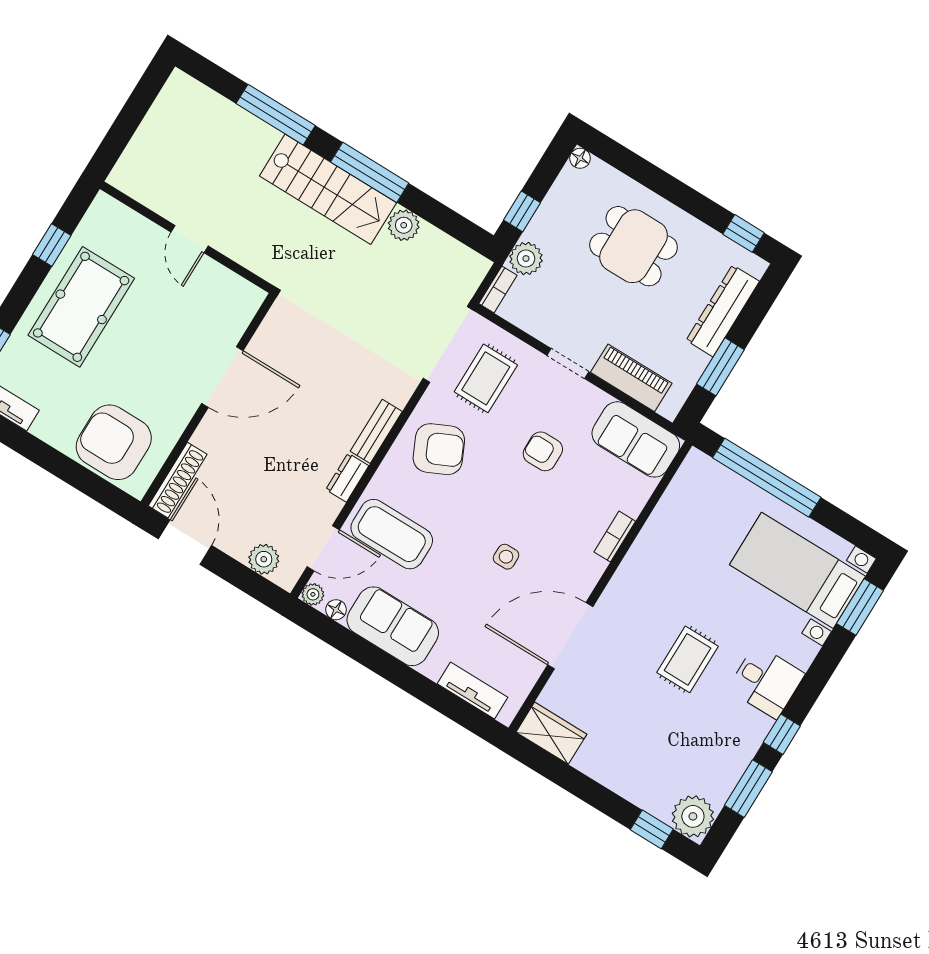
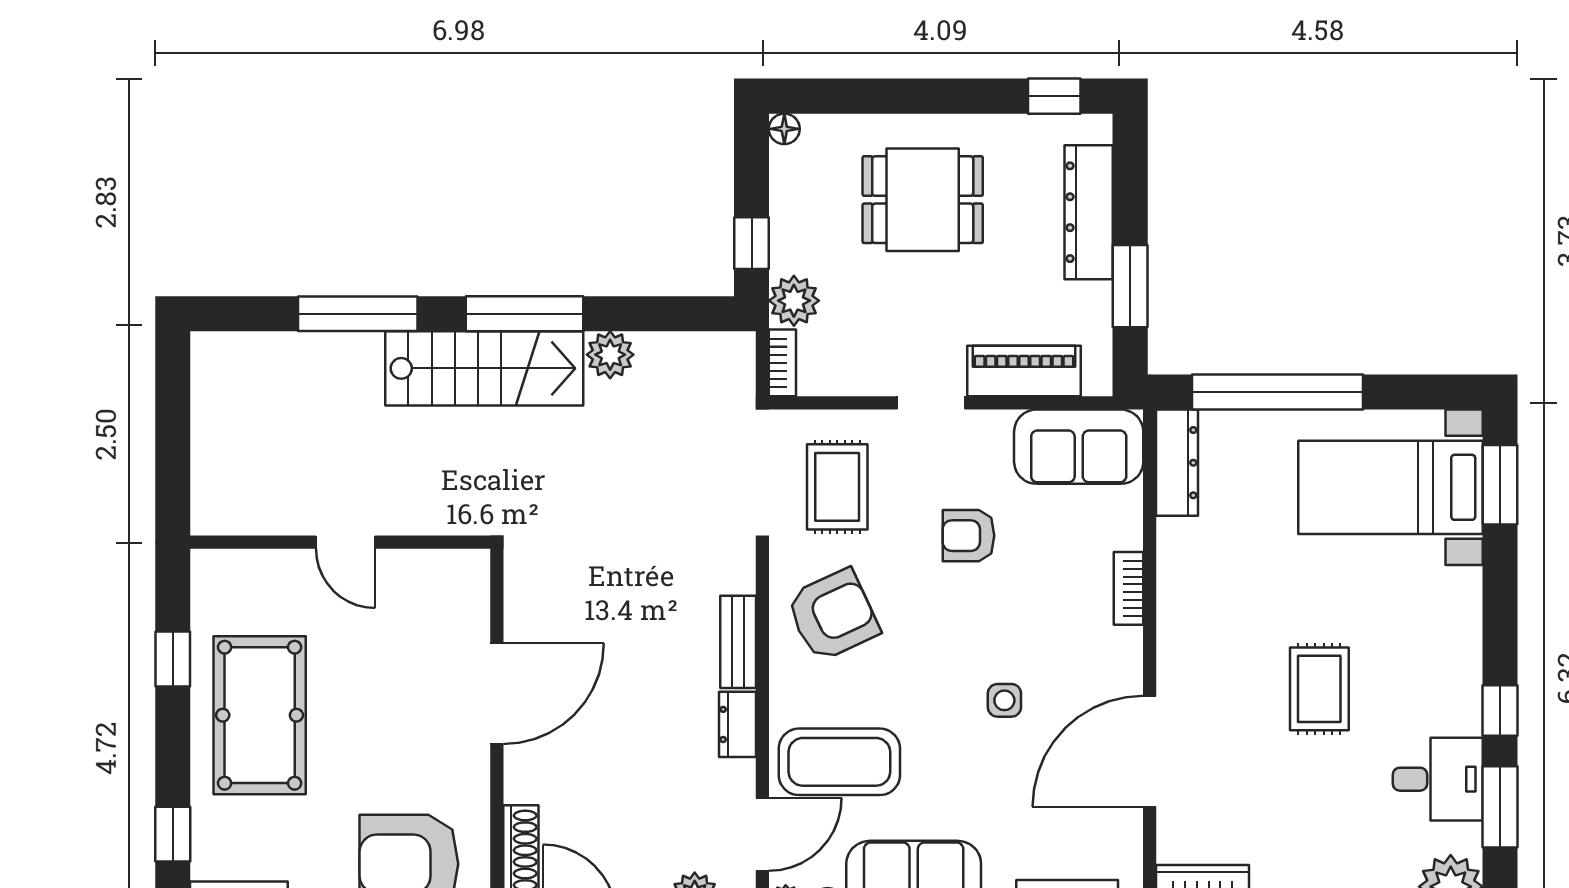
dresser: (686, 483) -> (1177, 463), added
desk: (766, 681) -> (1438, 779), moved

